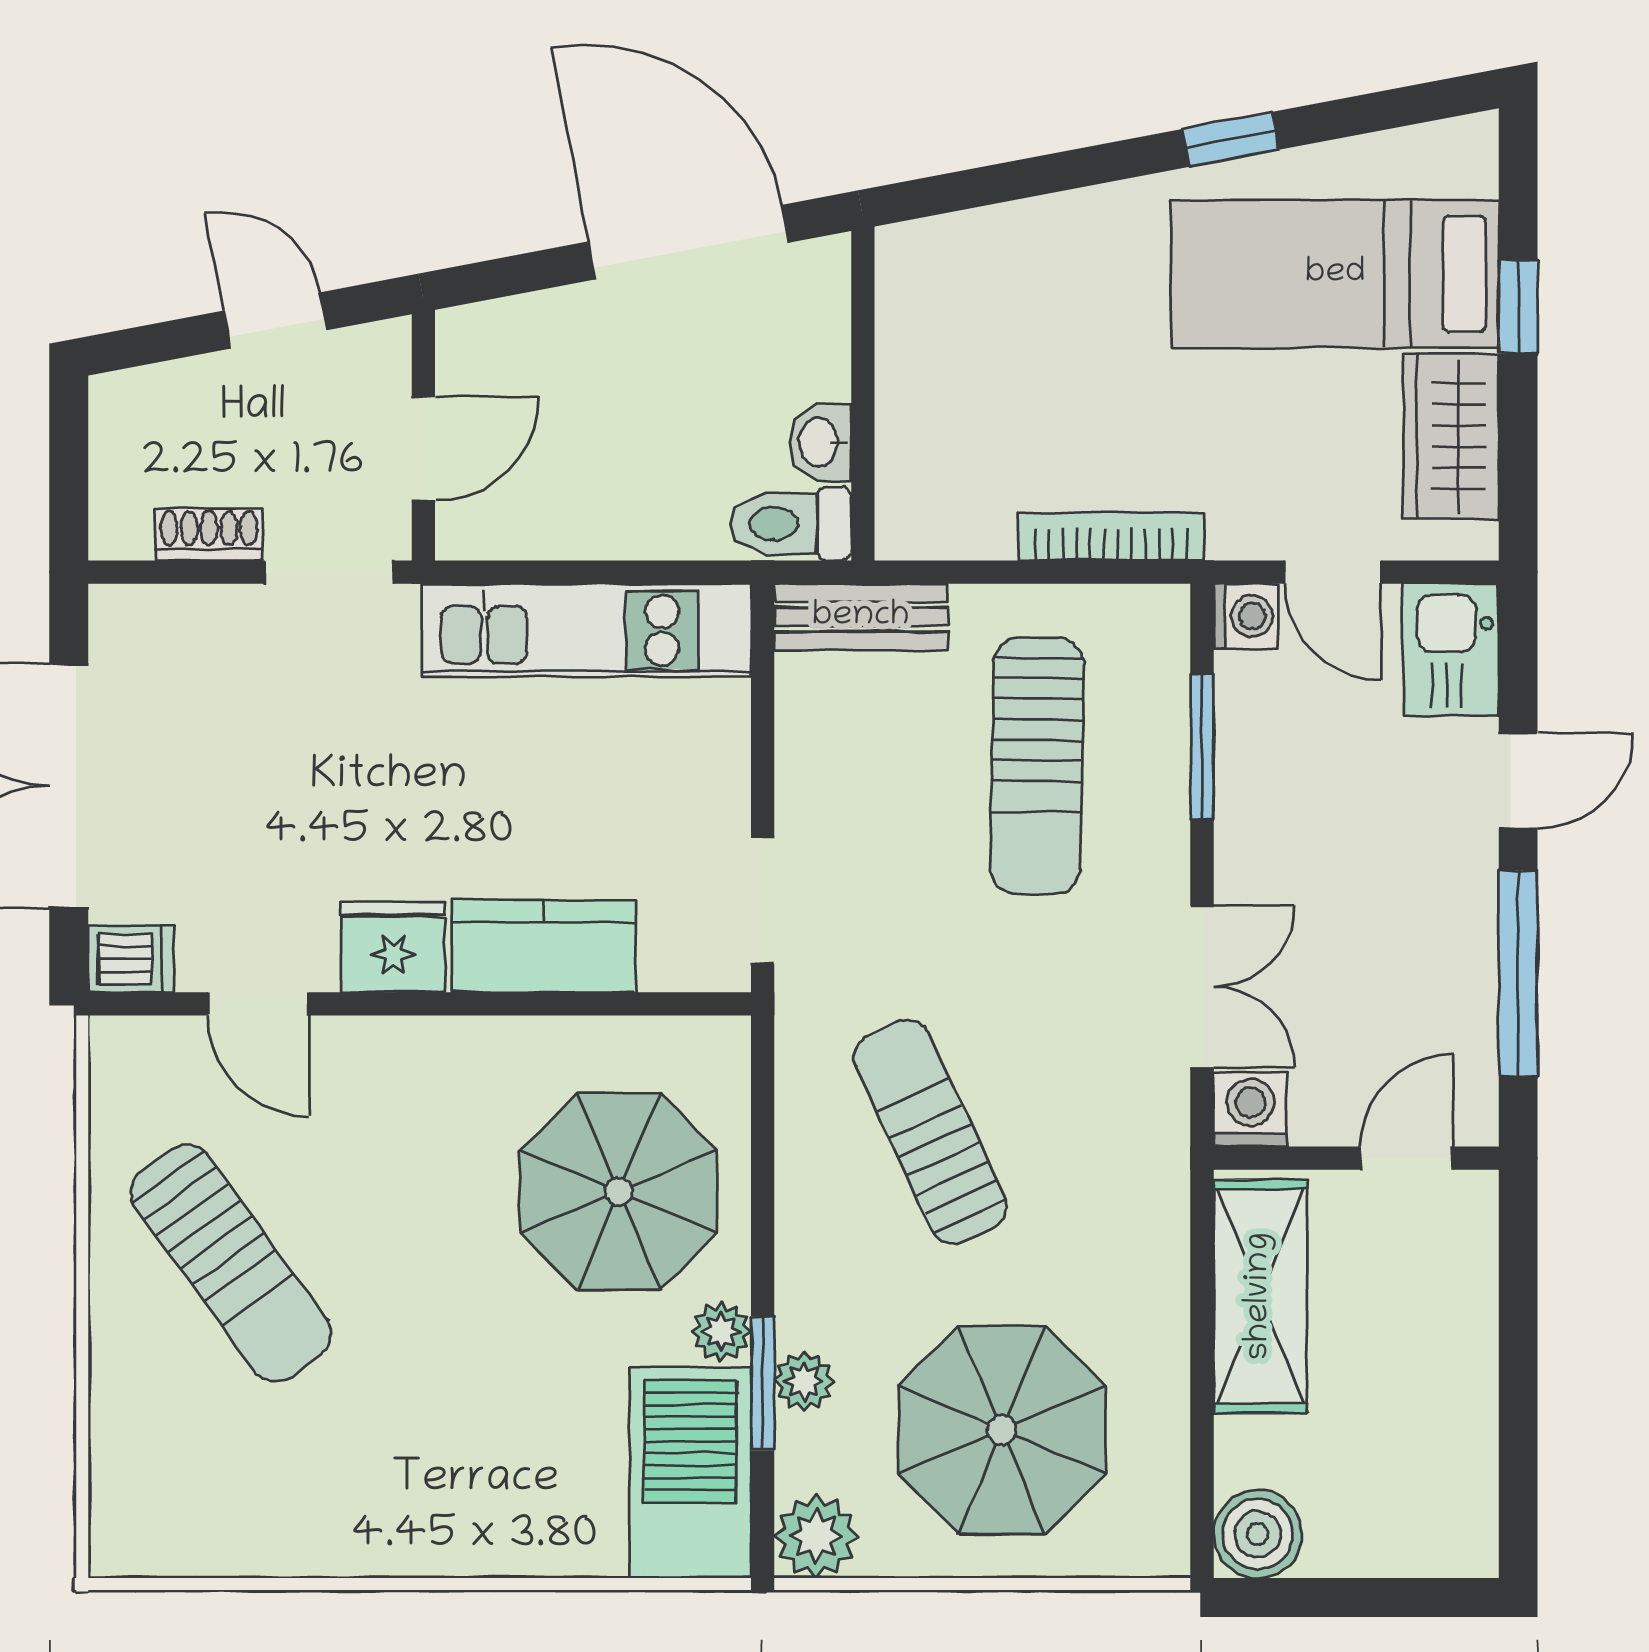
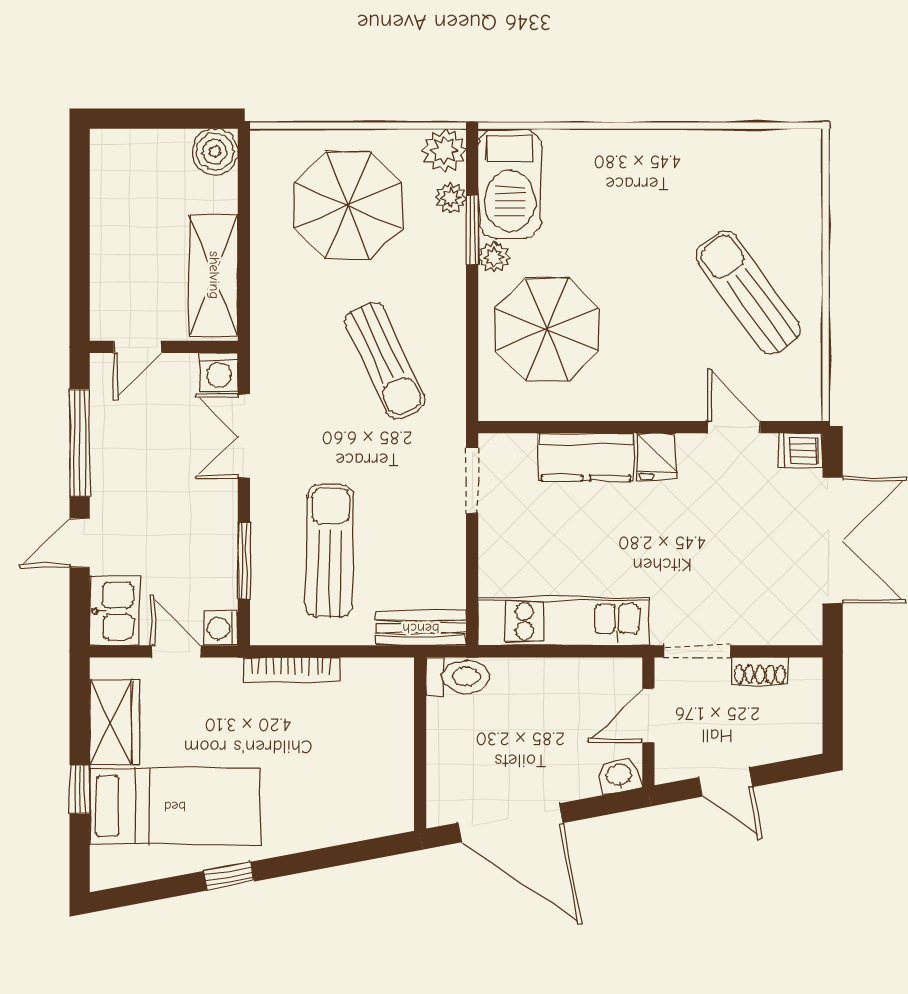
washbasin: (820, 442) -> (619, 776), moved, turned -101
fridge: (393, 947) -> (657, 456), width x0.72
plant: (804, 1381) -> (451, 198), moved

